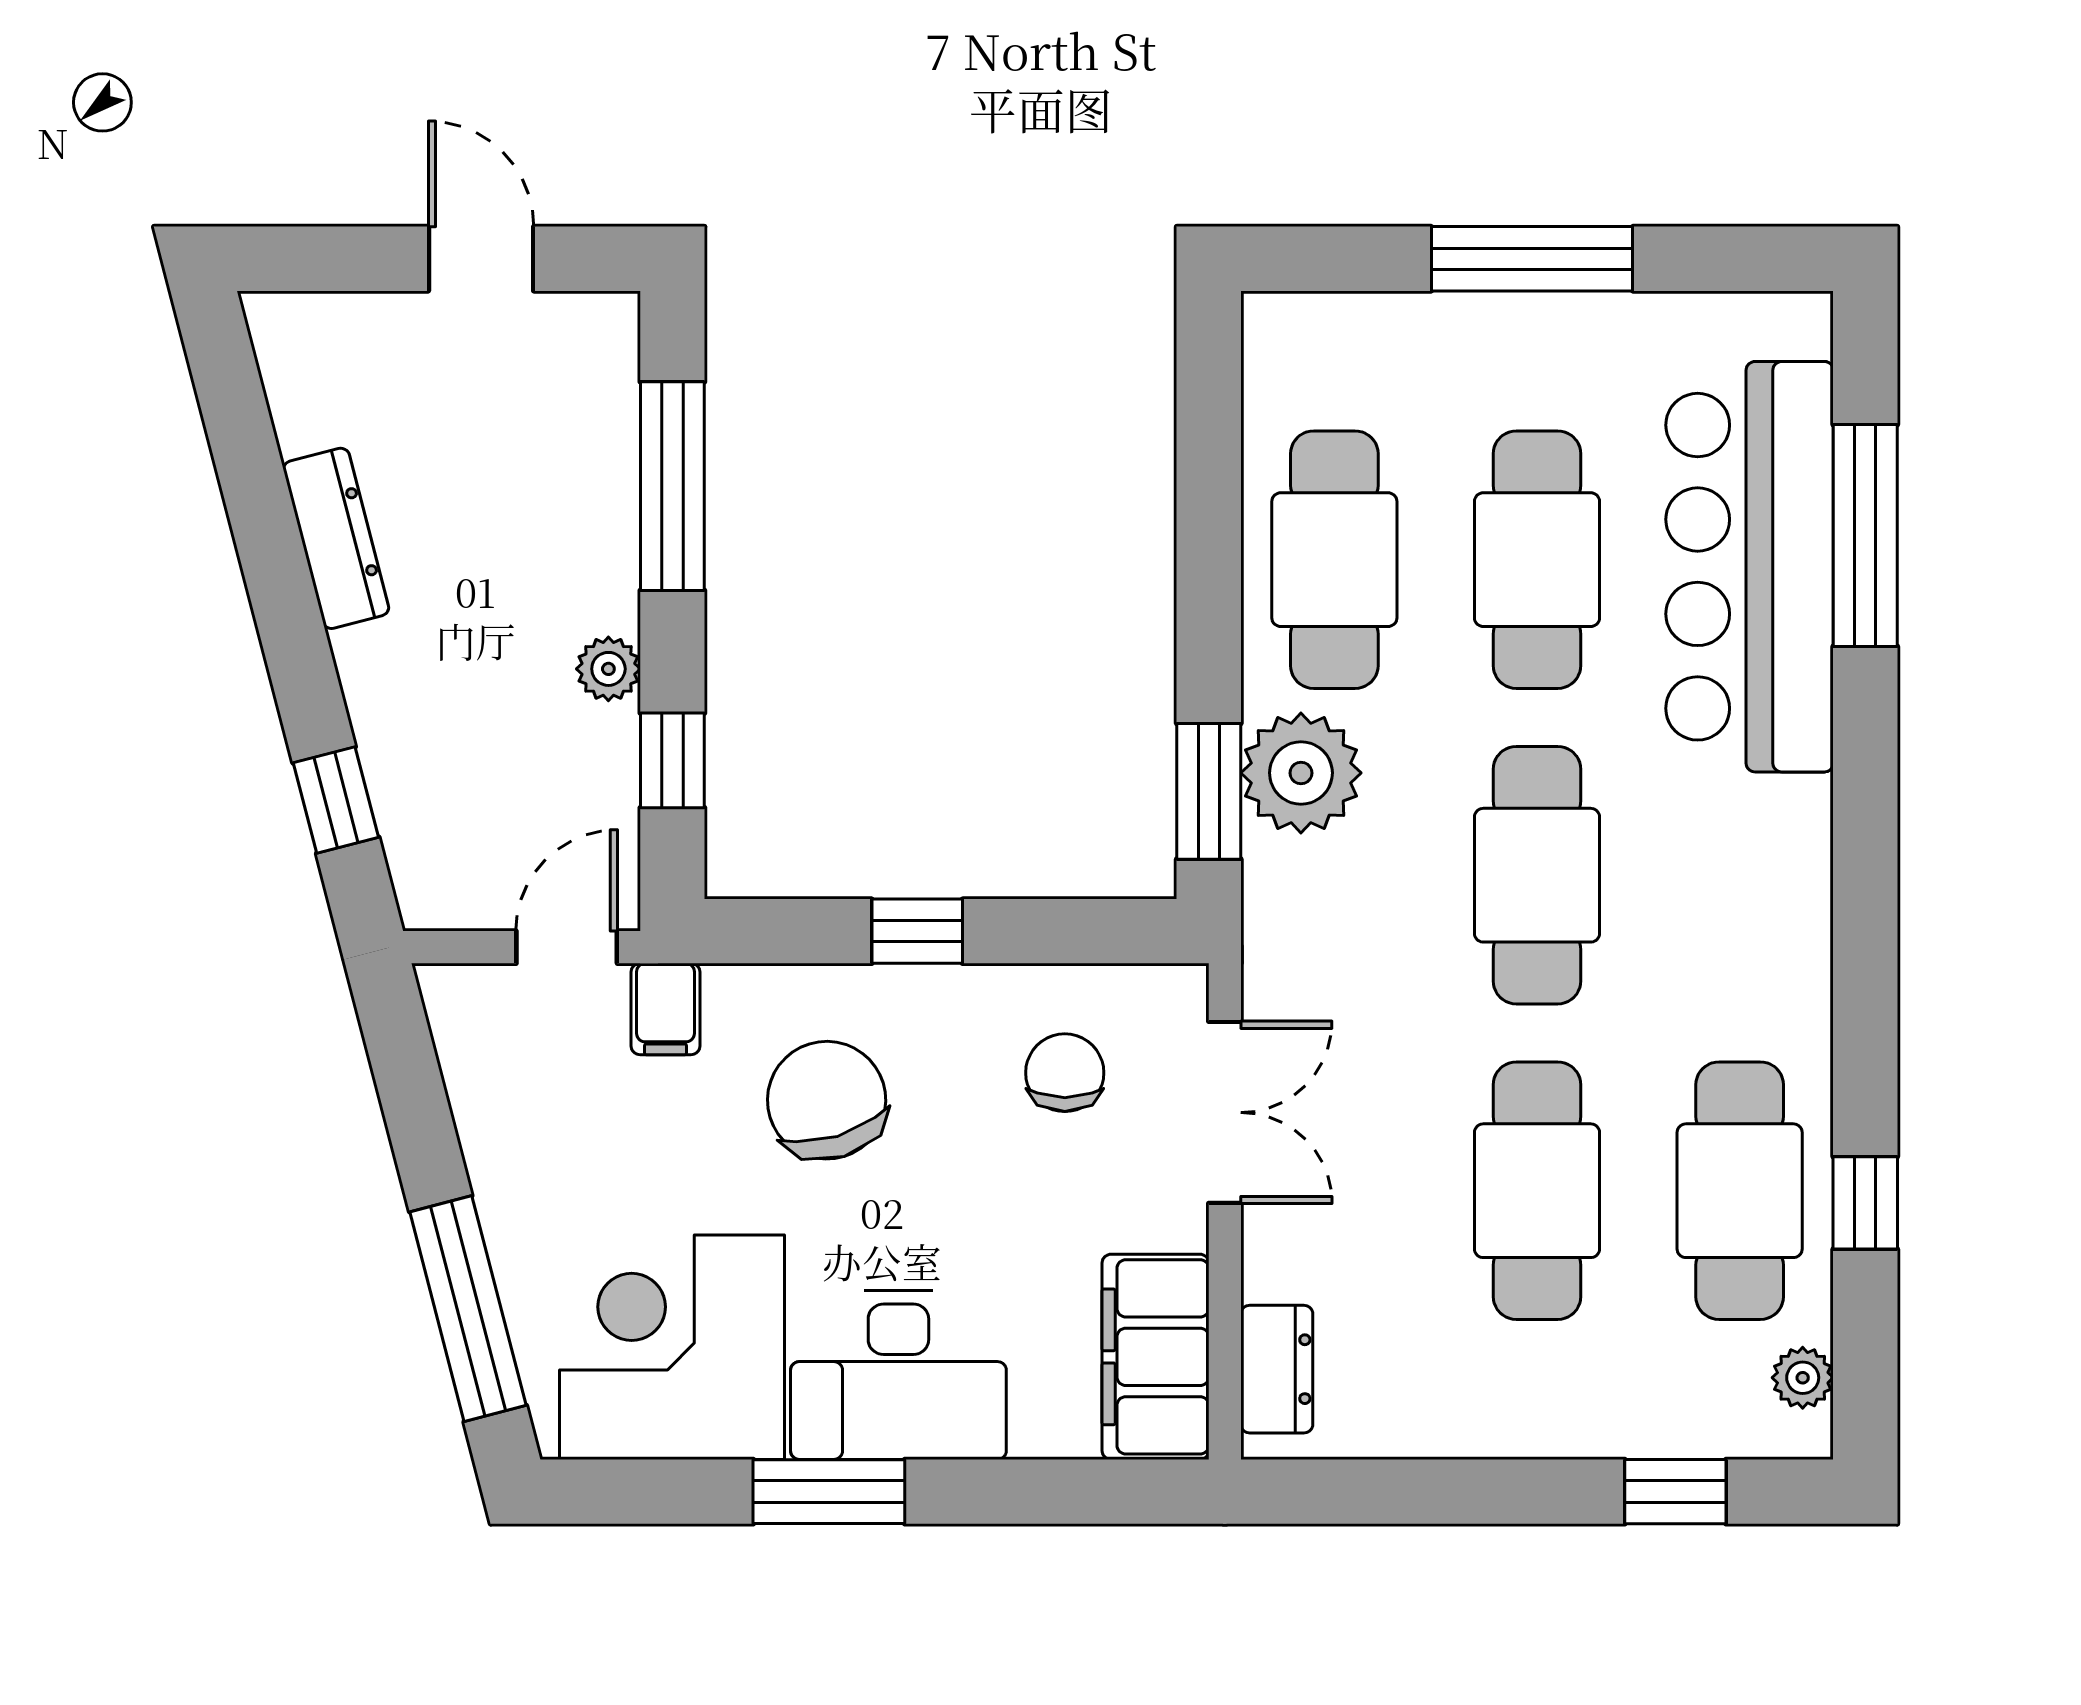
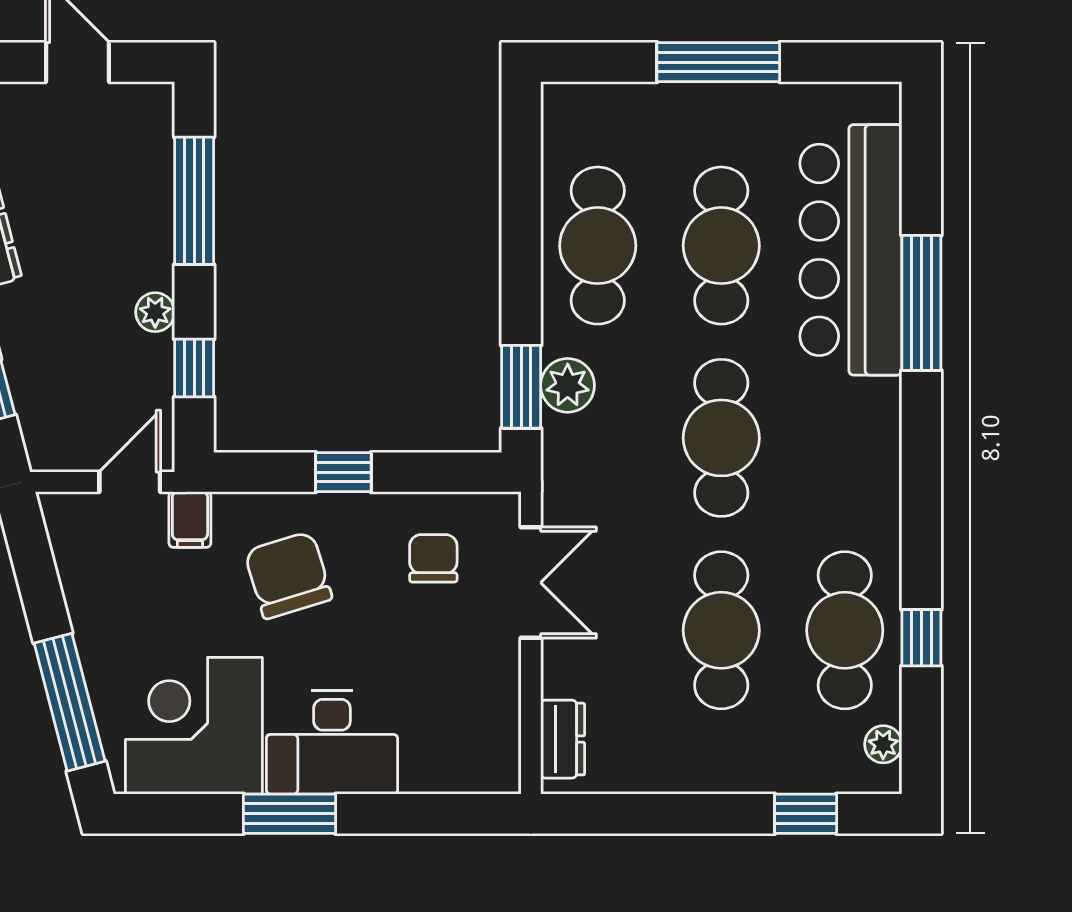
window: (1865, 535) -> (921, 303), moved
plant: (1301, 773) -> (568, 385), width x0.73, depth x0.73
filing cabinet: (1155, 1357) -> (489, 732), removed

